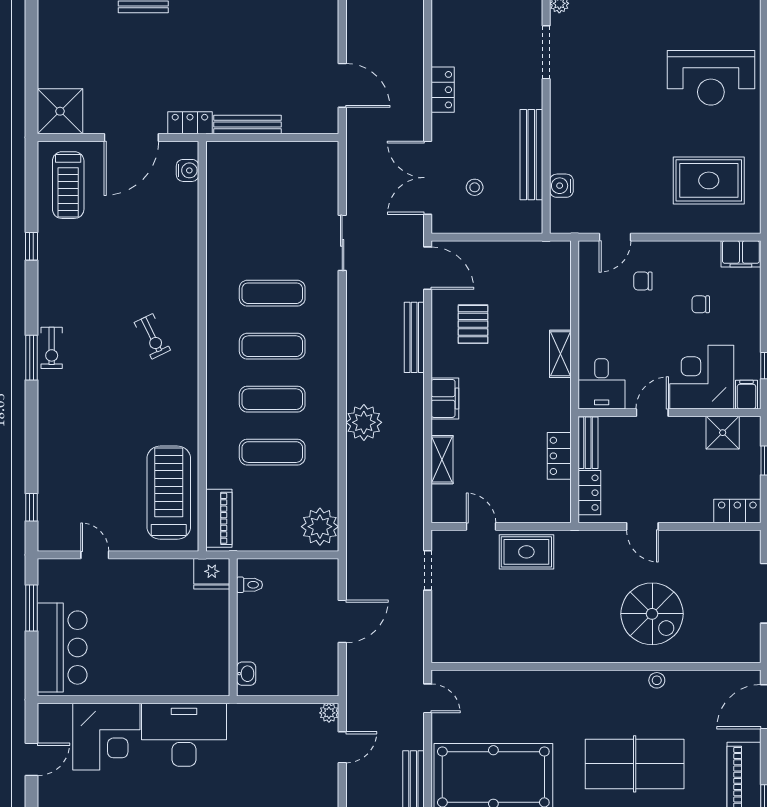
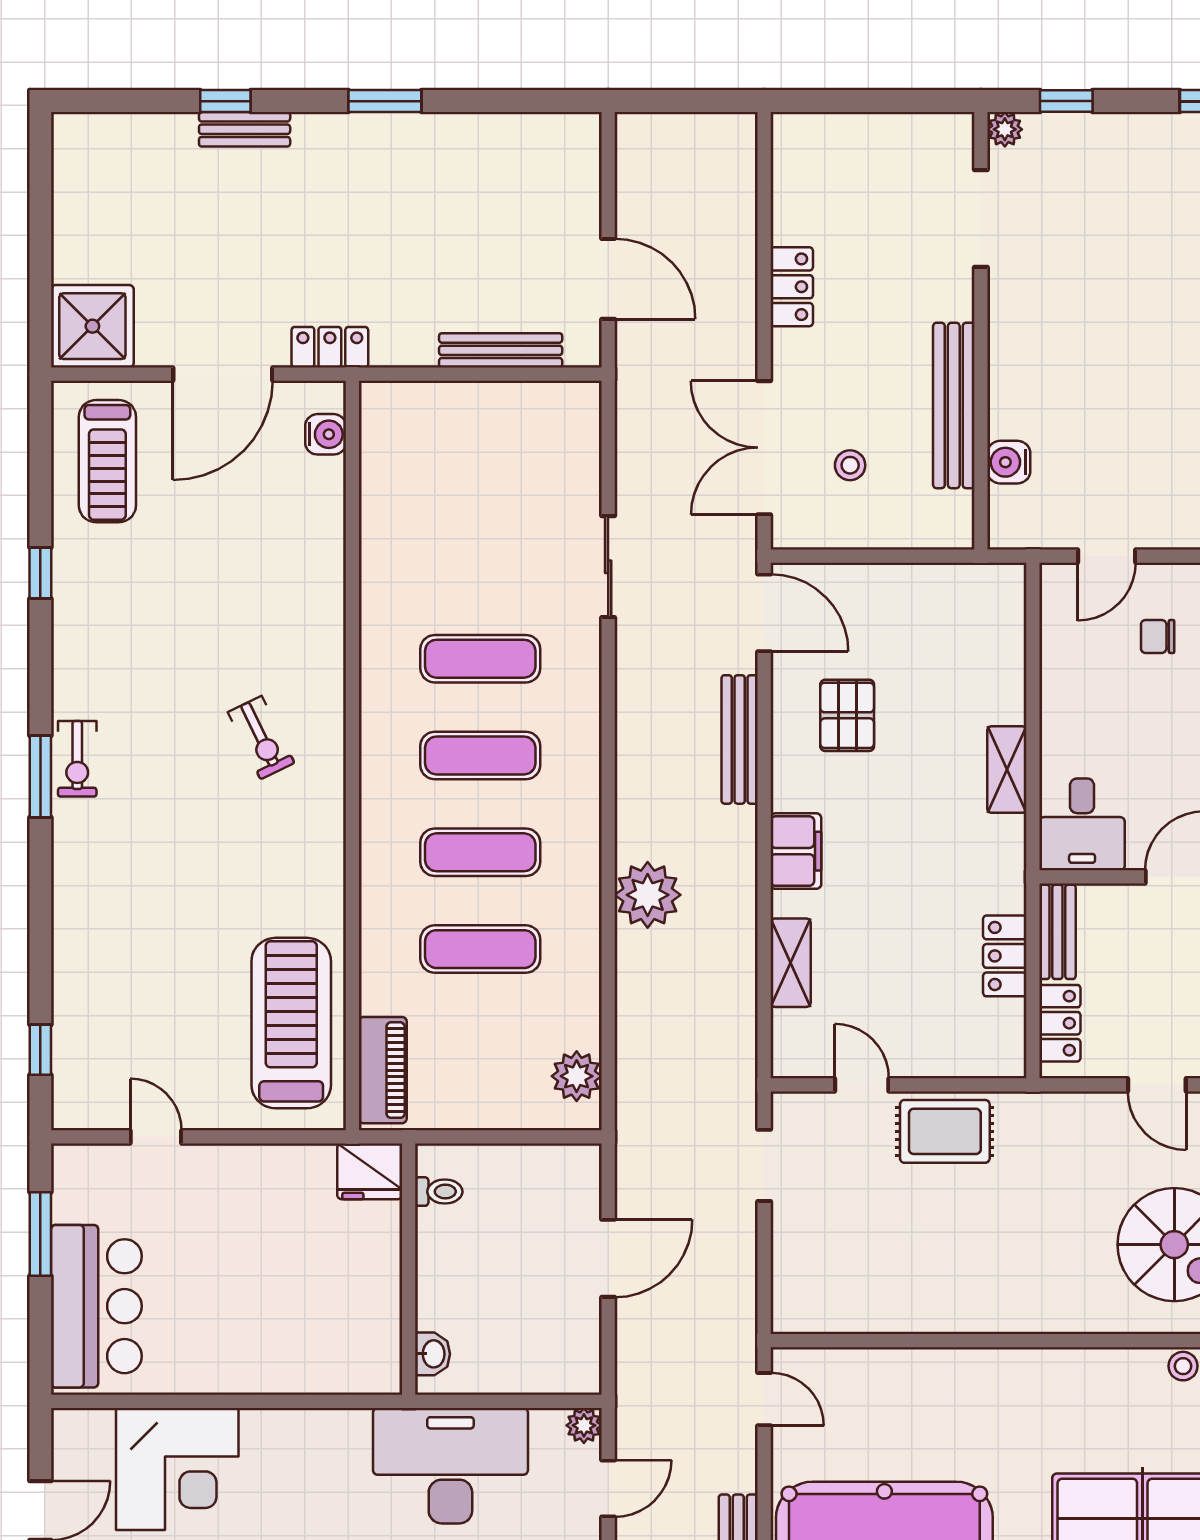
bench: (248, 124) -> (501, 350), moved
plant: (320, 527) -> (577, 1076), width x0.73, depth x0.73
desk: (184, 735) -> (450, 1466), moved

